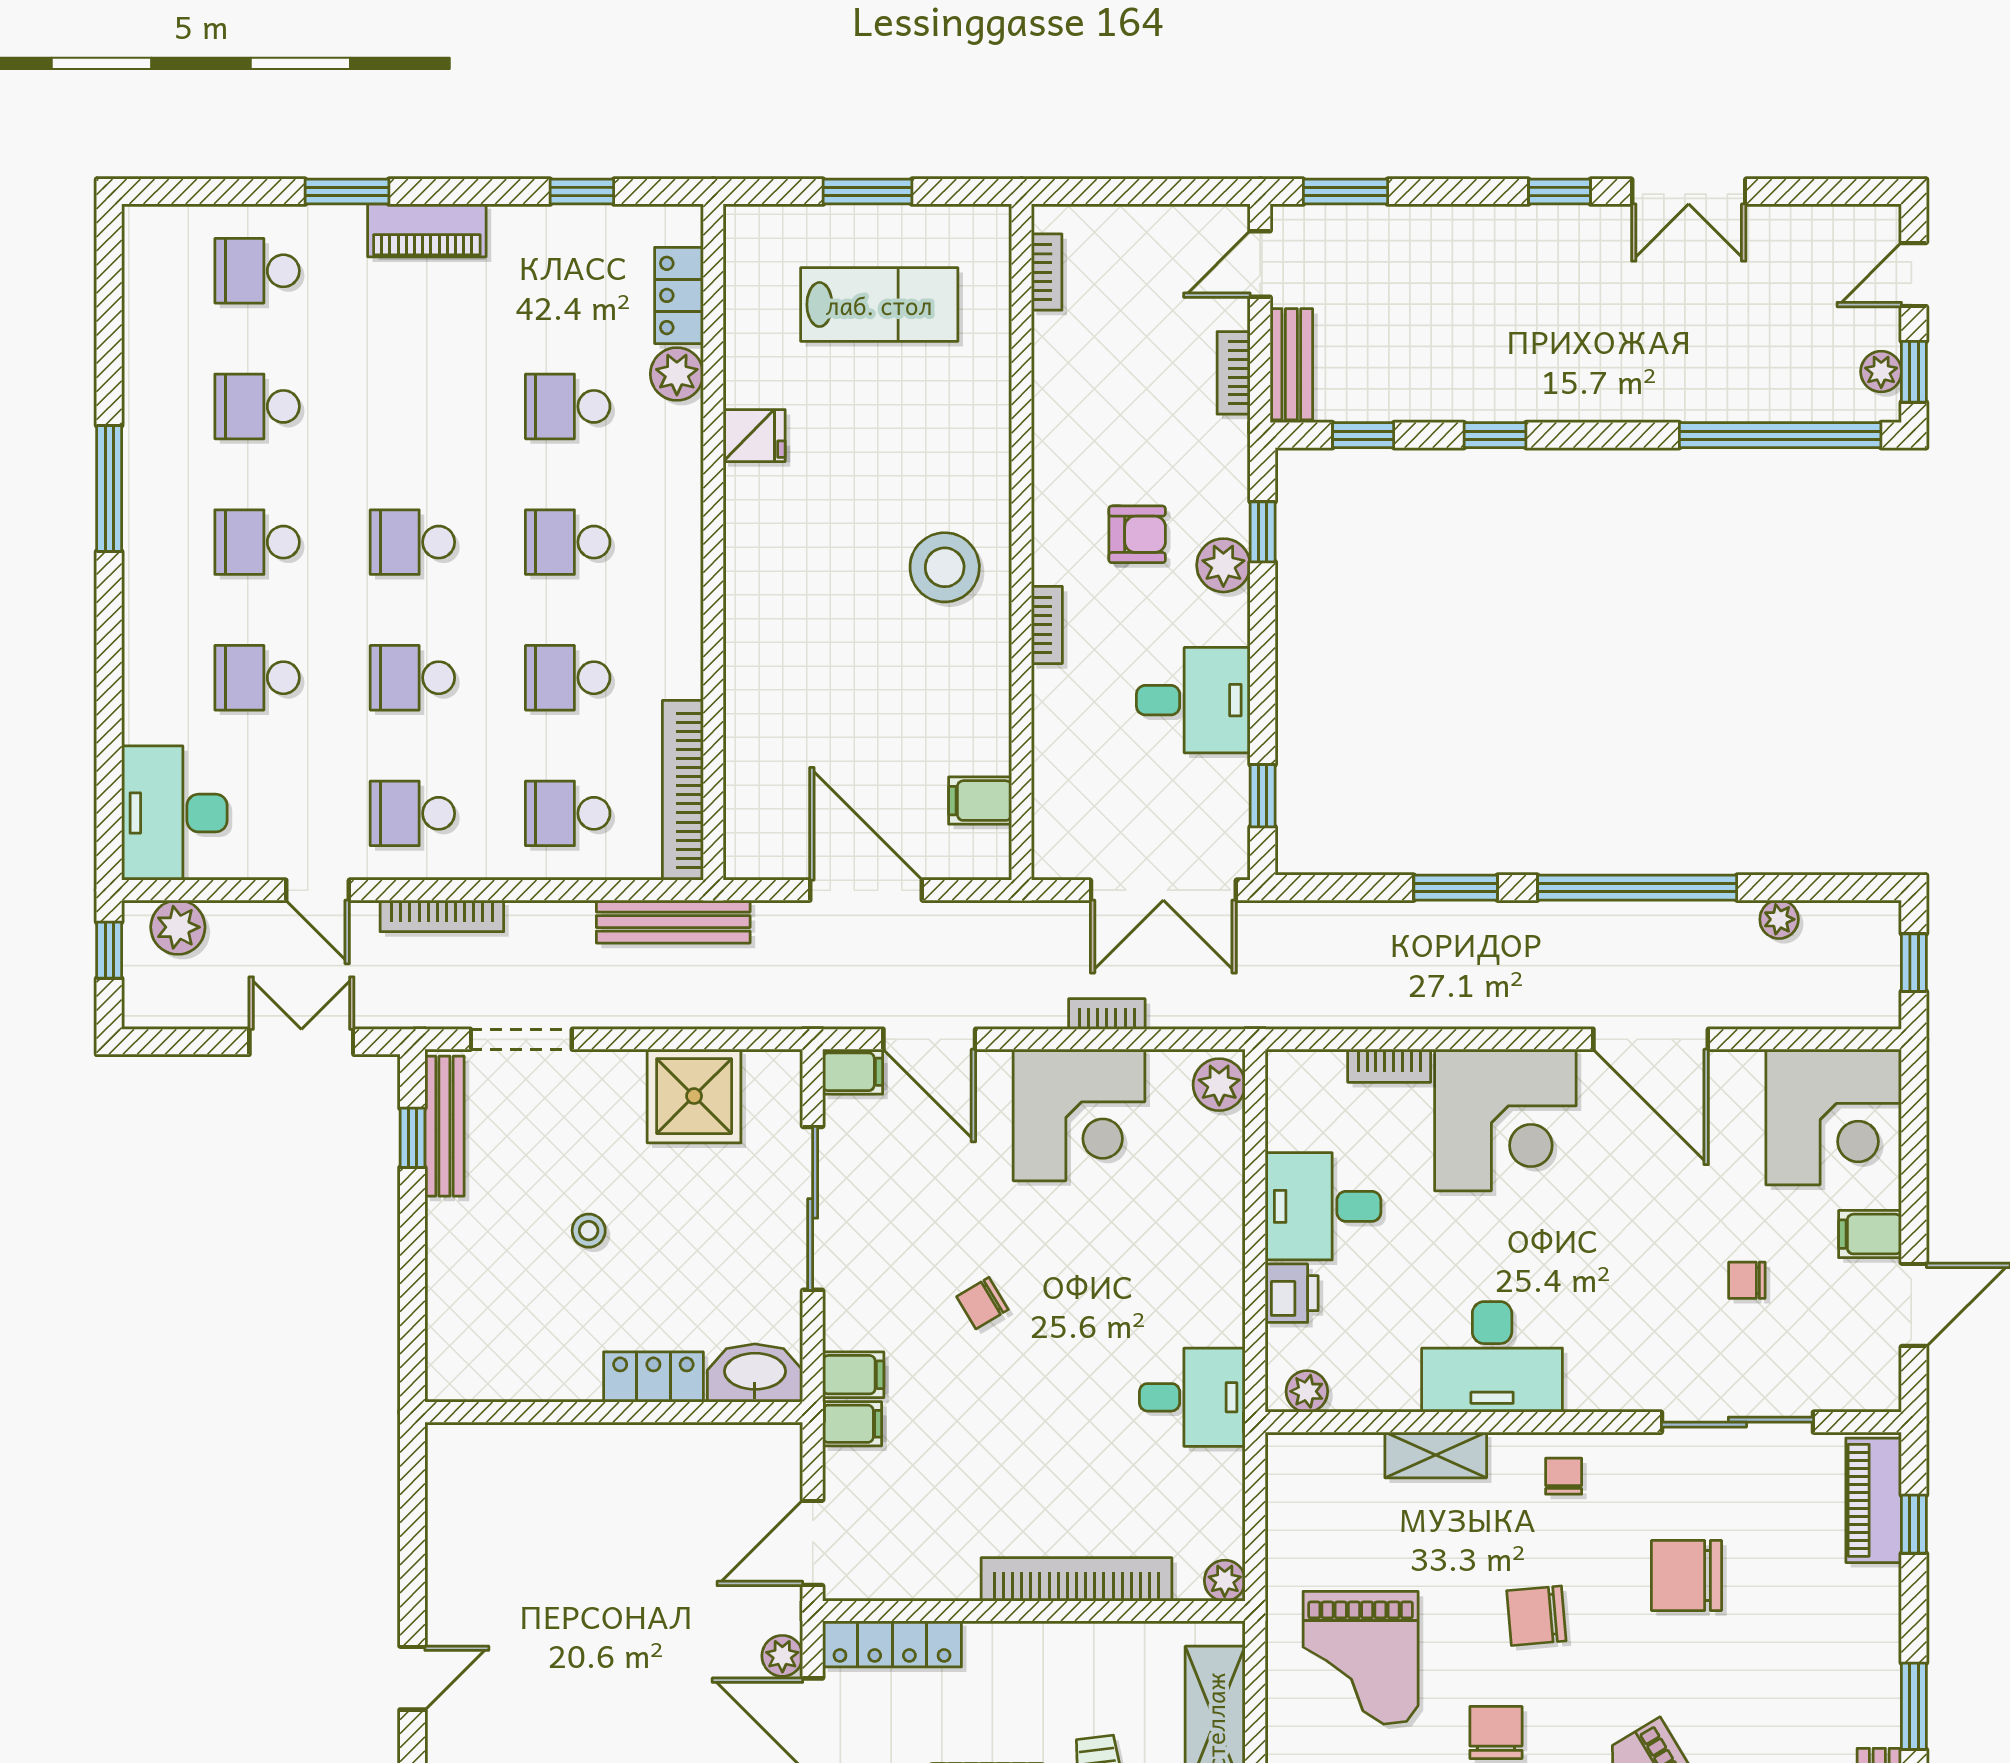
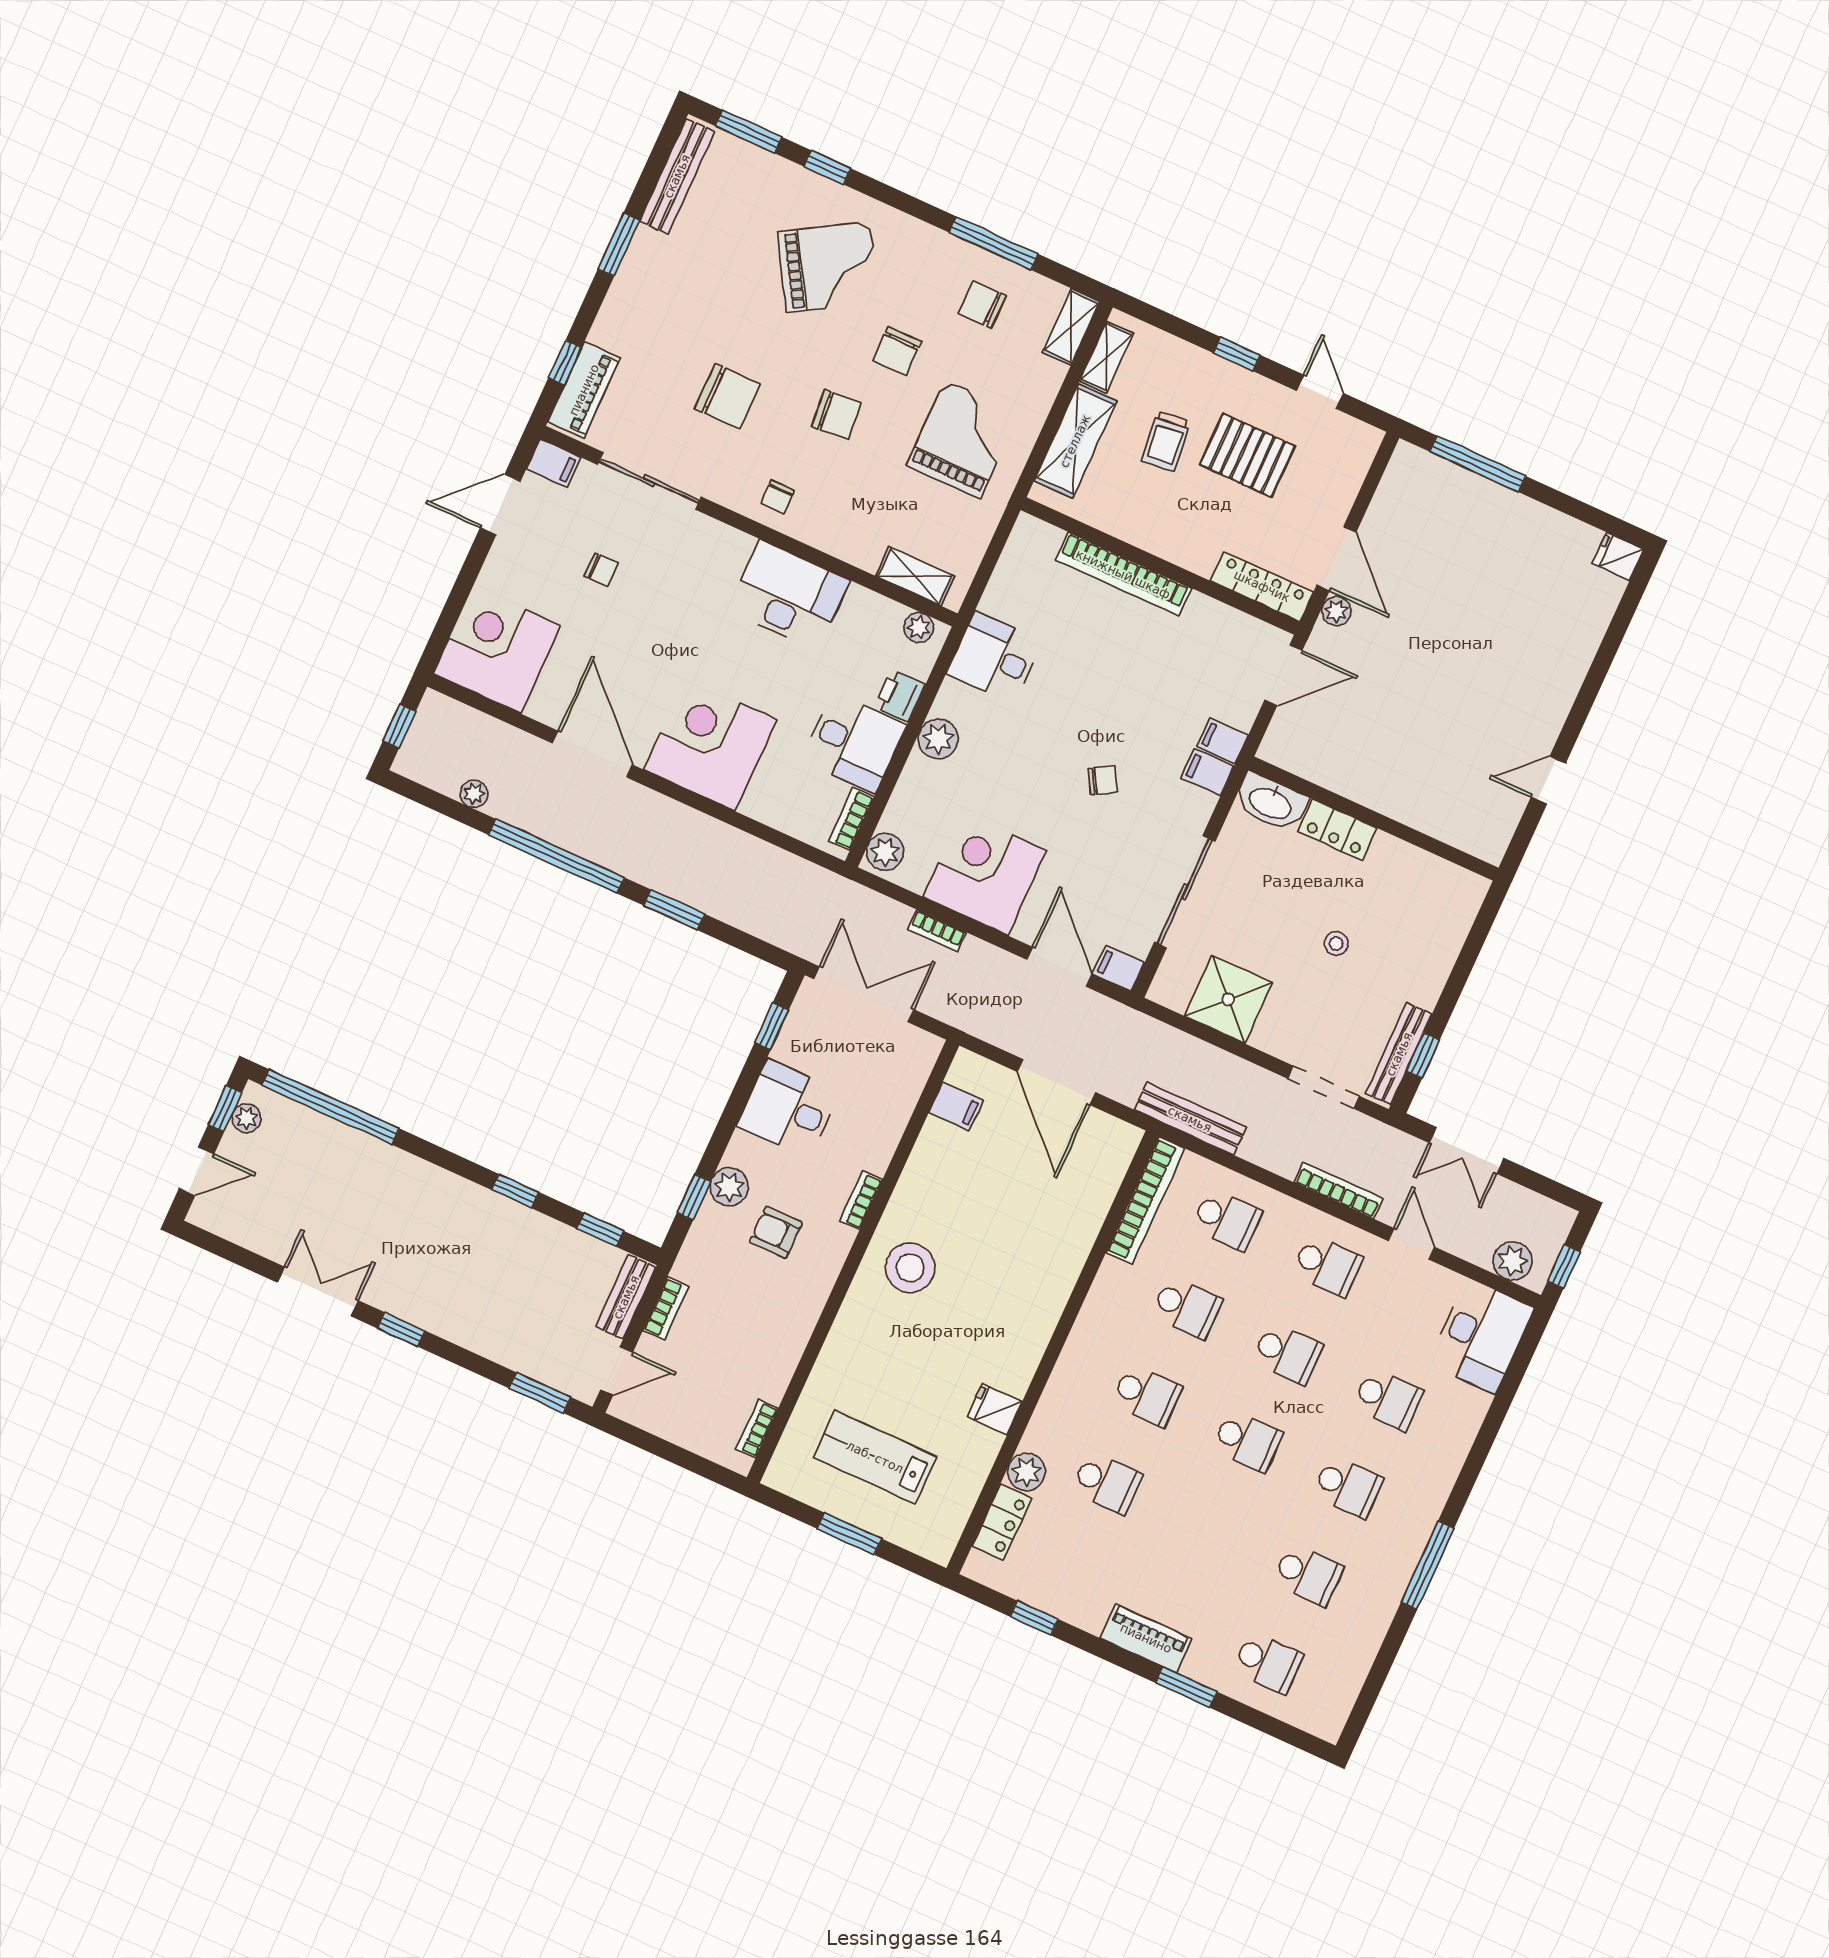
bookcase: (1389, 1066) -> (851, 819), moved, turned -90
filing cabinet: (1870, 1234) -> (553, 463), moved
shelving: (1436, 1455) -> (915, 576), moved
plant: (1225, 1581) -> (938, 739), moved, width x1.38, depth x1.38
door: (412, 1678) -> (1548, 780), moved

